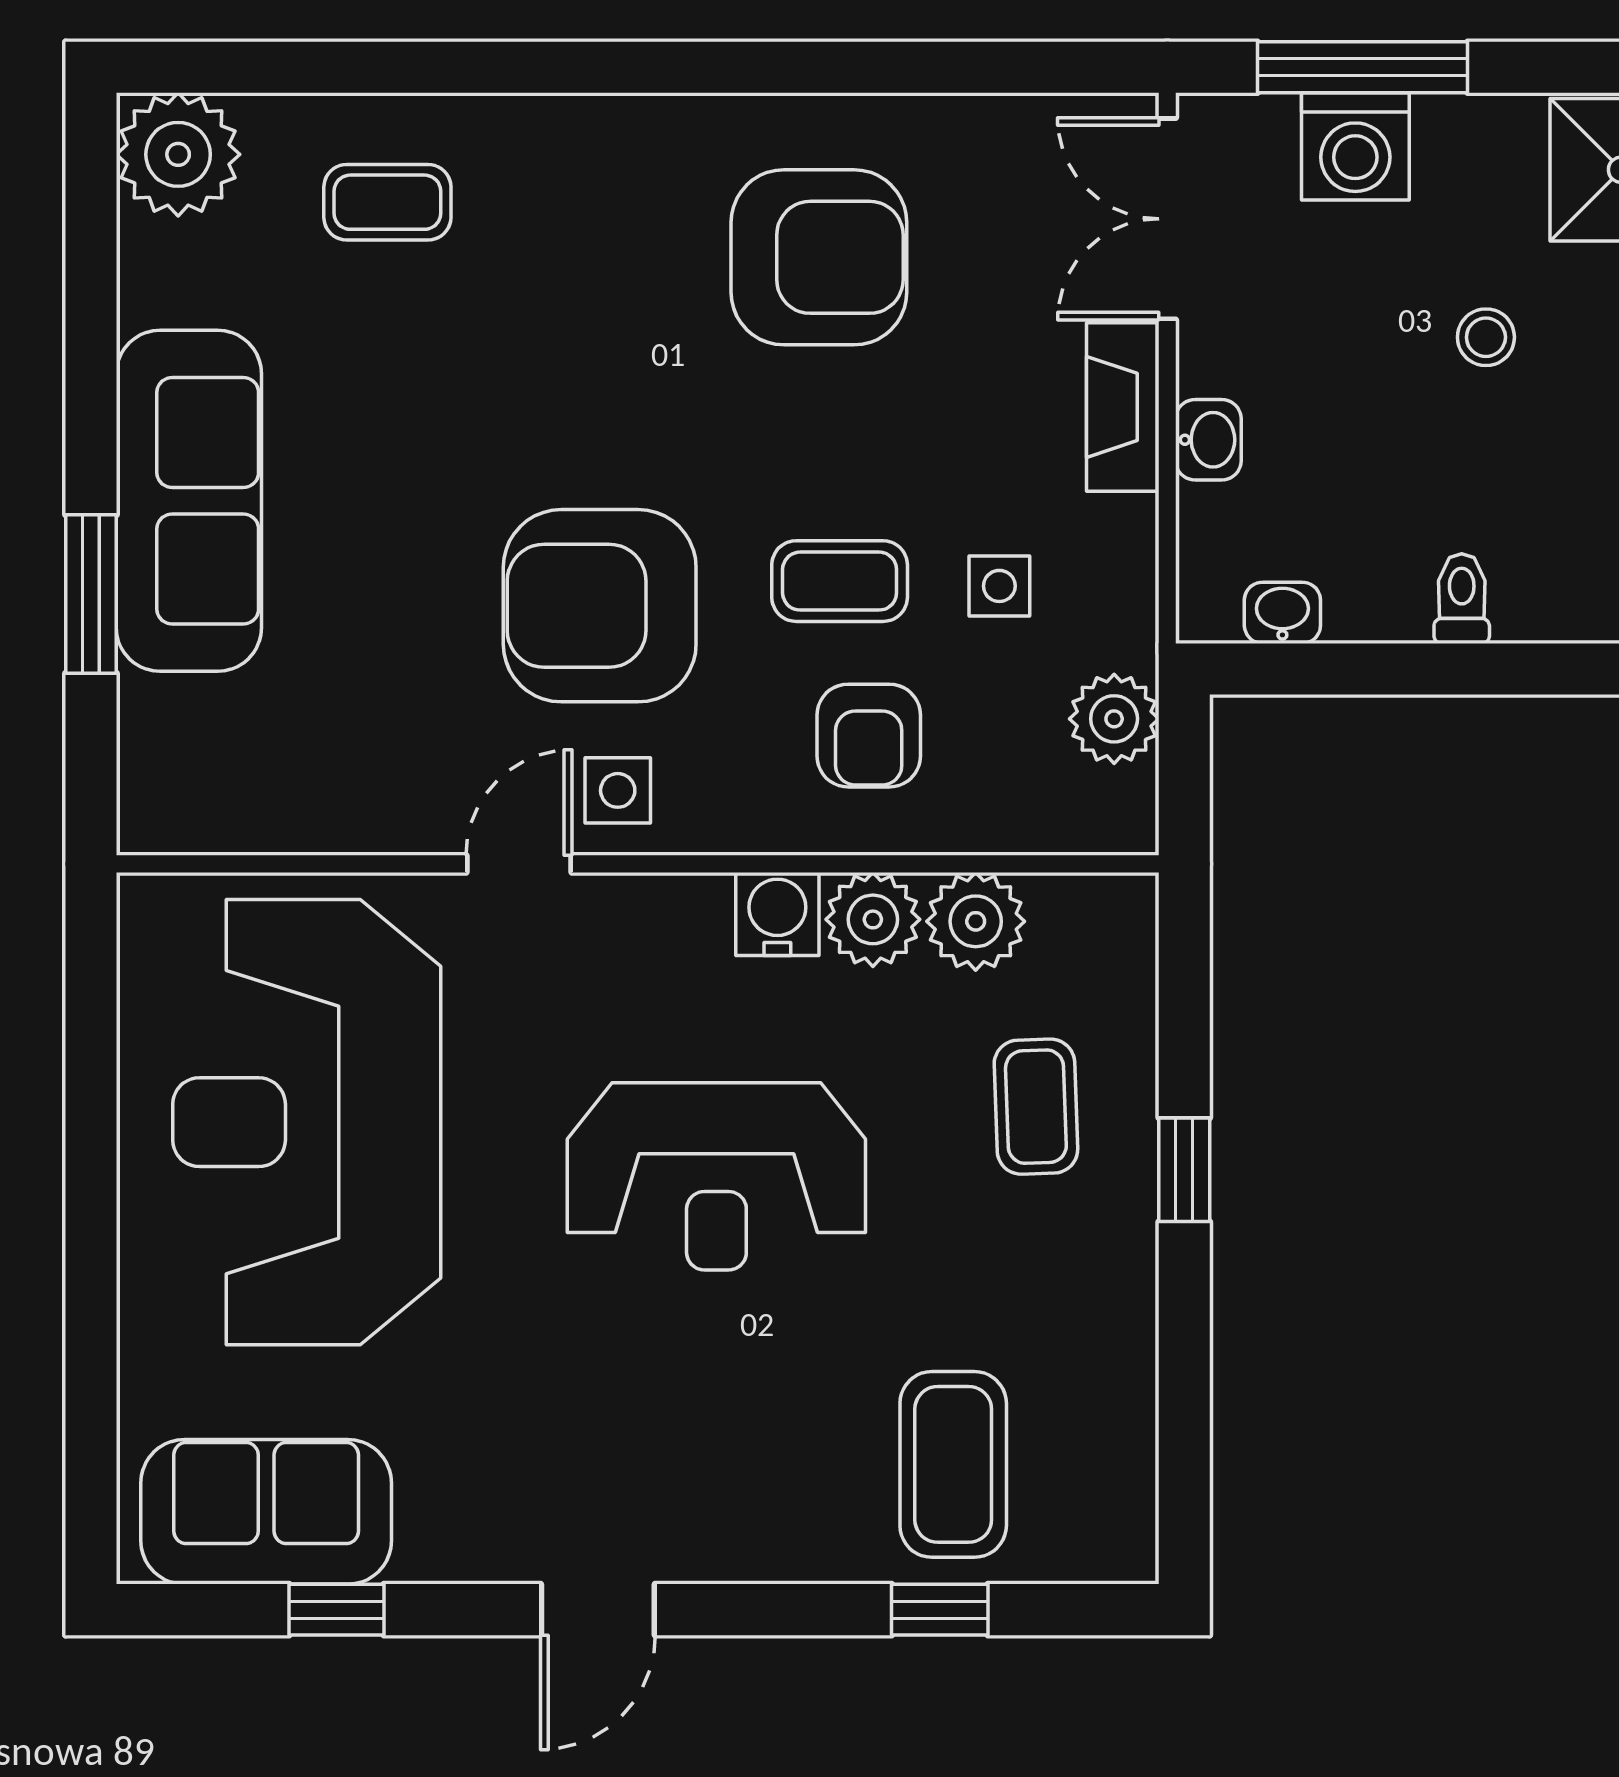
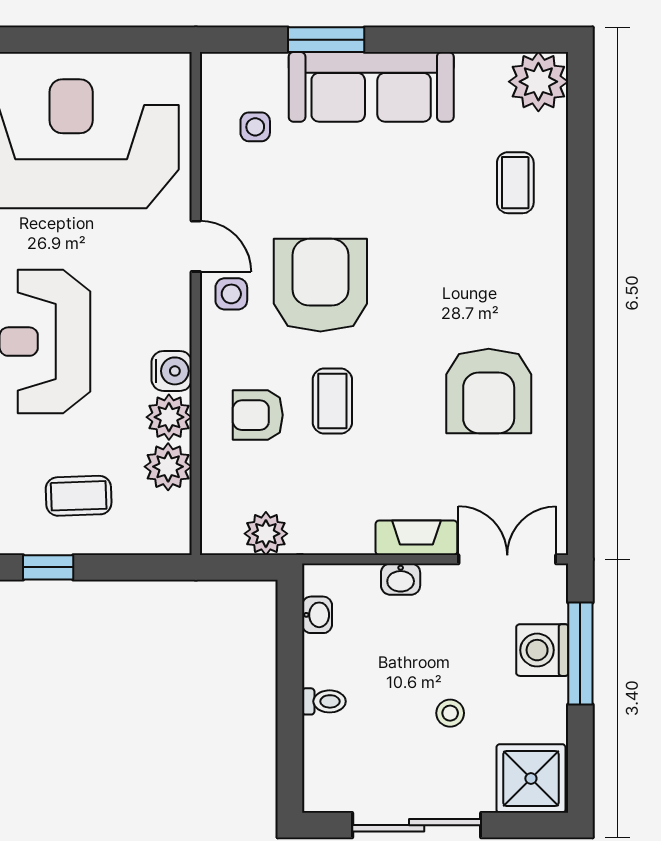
side table: (999, 586) -> (255, 127), moved

